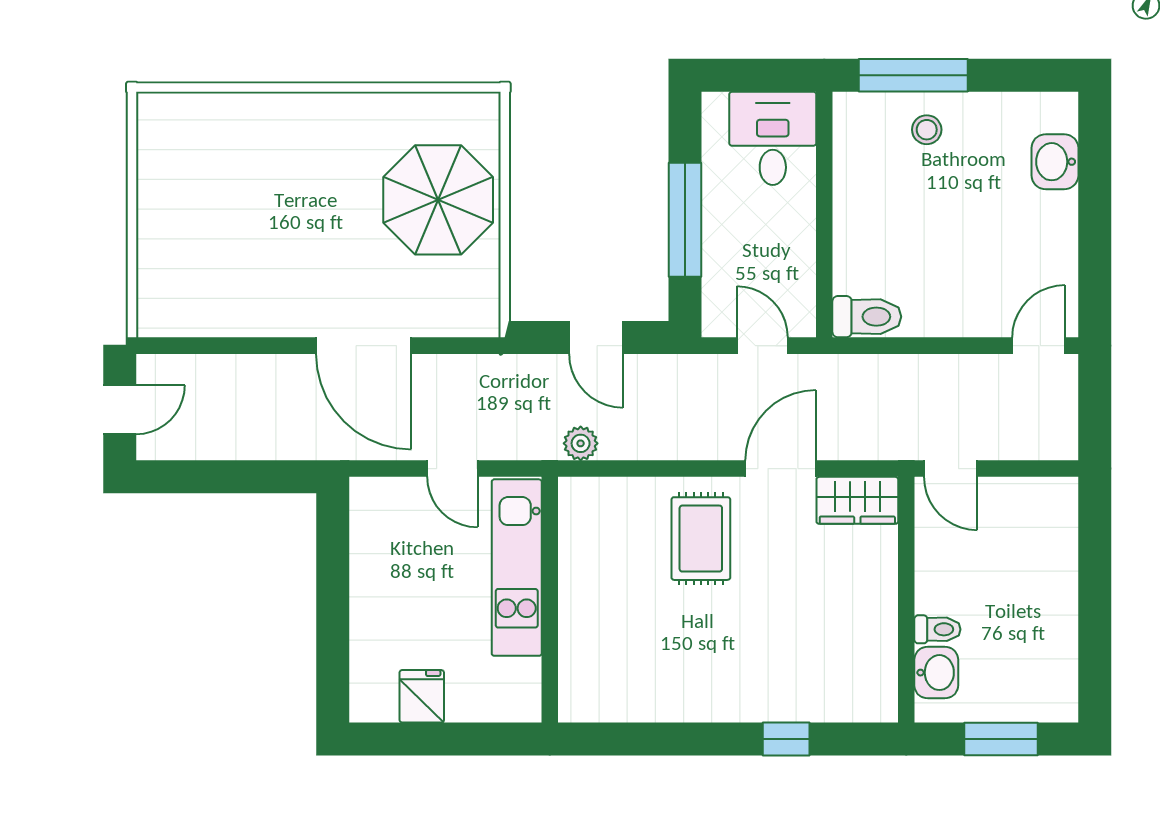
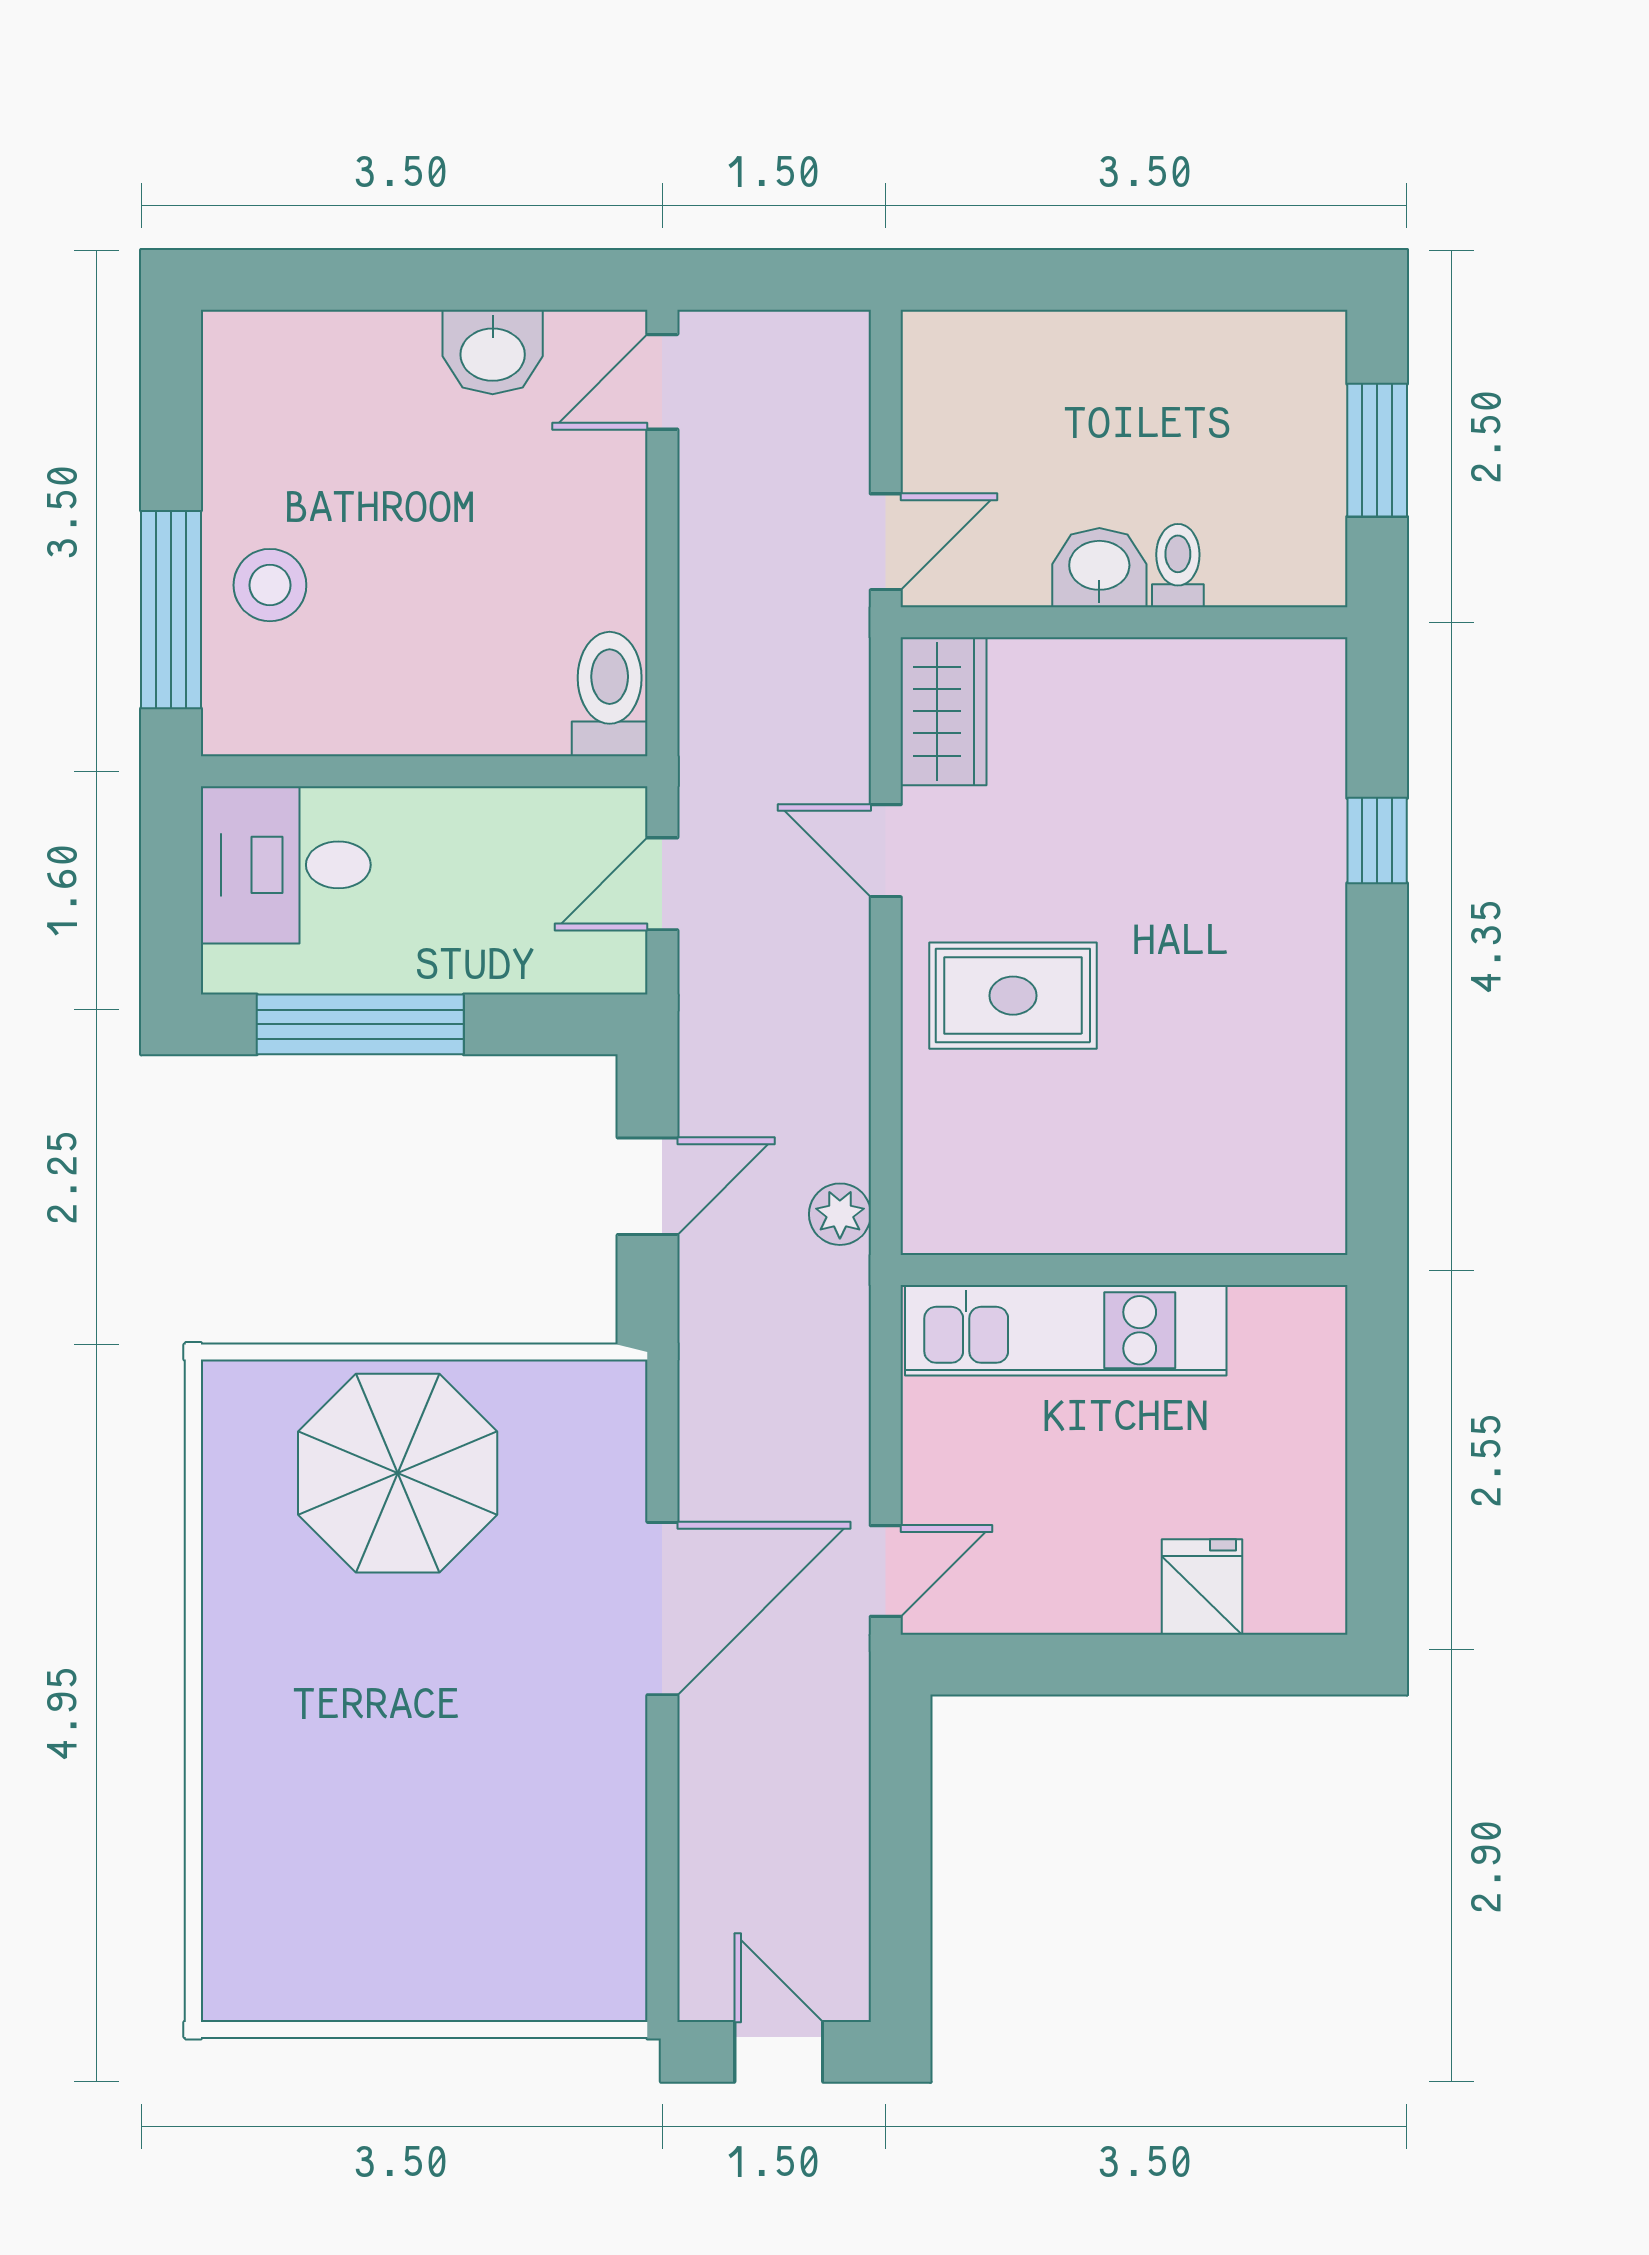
stool: (927, 130) -> (270, 585), width x1.37, depth x1.37
washbasin: (1055, 162) -> (493, 352), moved
window: (685, 220) -> (360, 1024), moved
door: (1039, 346) -> (662, 382), hinge flipped
door: (452, 469) -> (886, 1571), moved
door: (781, 469) -> (886, 851), width x0.73
washbasin: (936, 673) -> (1099, 568), moved
fridge: (422, 696) -> (1202, 1587), moved, turned 90

